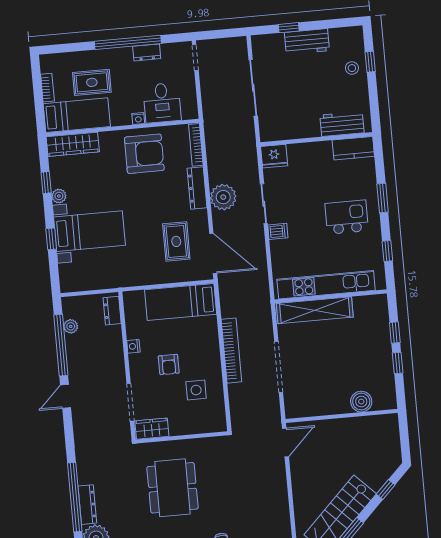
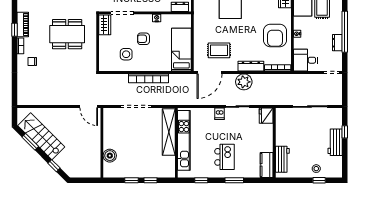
desk: (162, 103) -> (305, 60), moved

